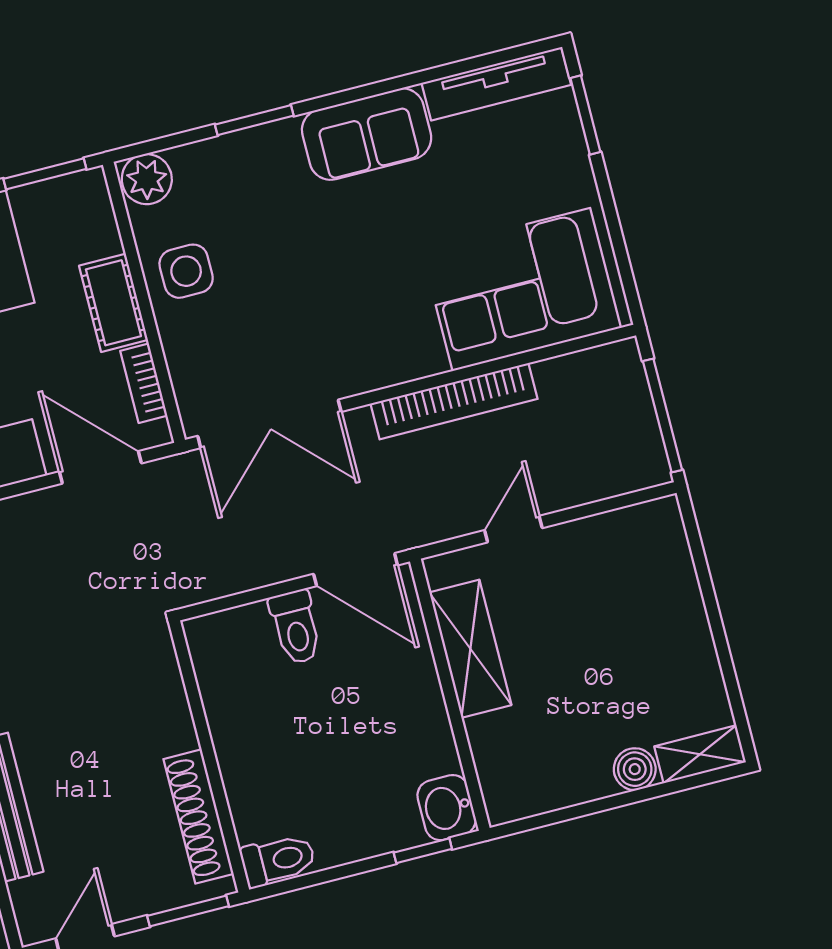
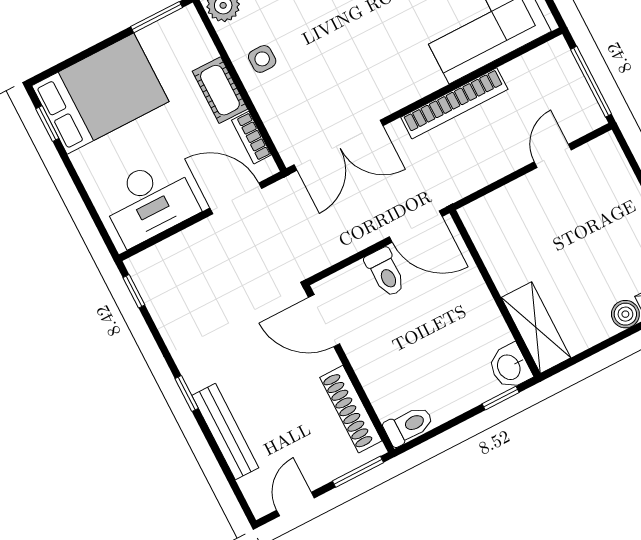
side table: (186, 271) -> (262, 59), width x0.73, depth x0.73
door: (513, 529) -> (553, 156), moved
shelving: (470, 649) -> (536, 328), moved
door: (189, 677) -> (324, 321), added

